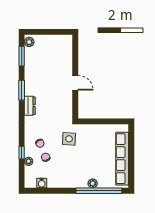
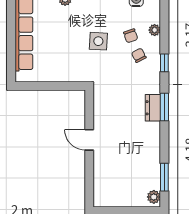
window: (22, 90) -> (164, 107), moved
side table: (69, 139) -> (98, 41), moved
window: (22, 153) -> (164, 63), moved

